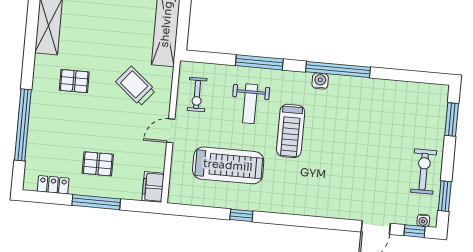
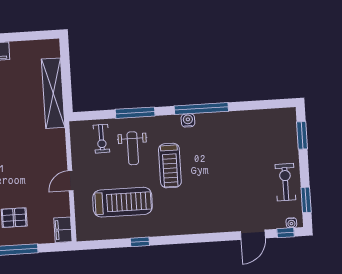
trolley: (136, 86) -> (36, 148), removed
exercise bike: (197, 95) -> (101, 139), moved

